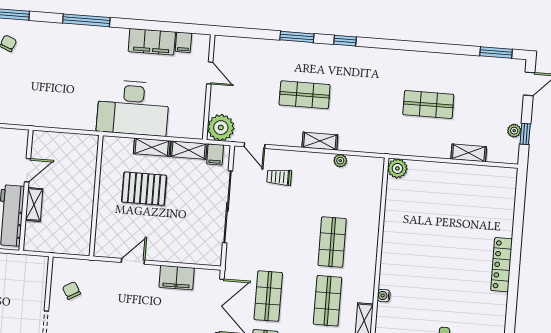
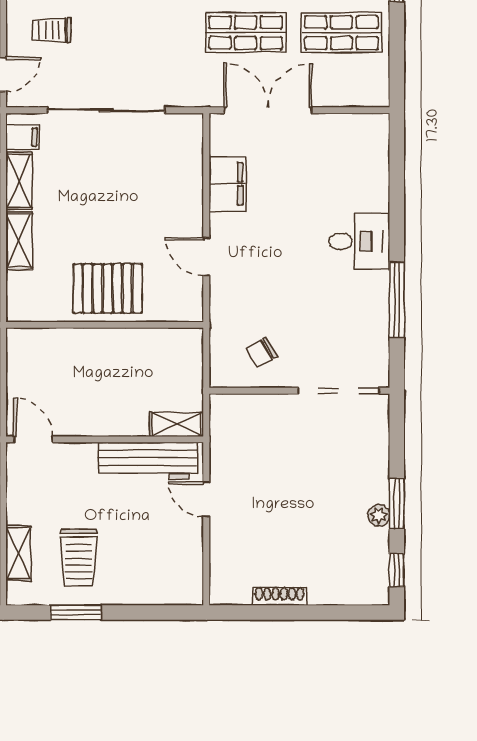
door: (28, 170) -> (33, 439), moved
trolley: (279, 177) -> (51, 30), turned 90
pallet: (144, 189) -> (108, 288), moved, turned 90
shelving: (34, 205) -> (177, 424), moved

